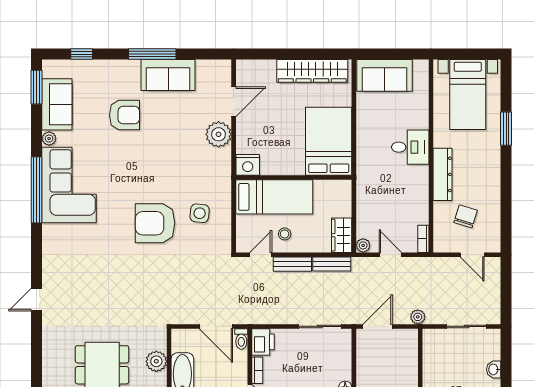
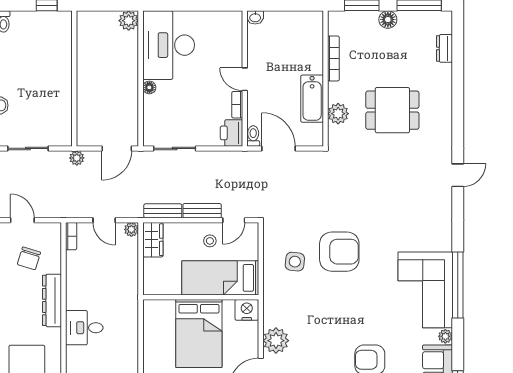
bed: (329, 141) -> (199, 334), moved

